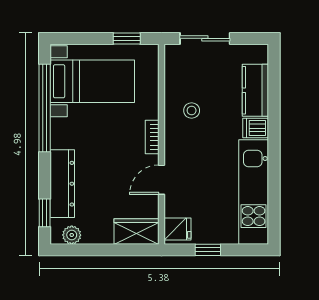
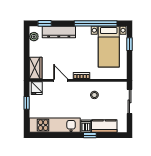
window: (127, 38) -> (129, 44), moved
window: (274, 120) -> (90, 135), added

